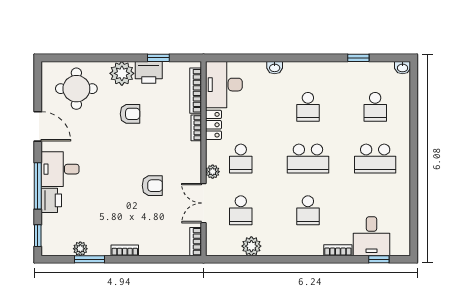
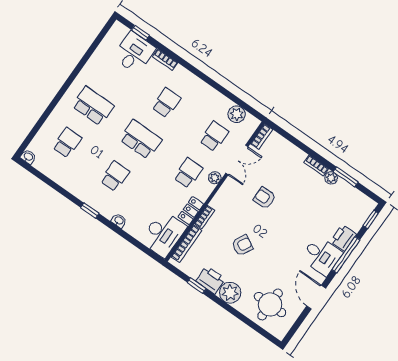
window: (358, 58) -> (90, 211), moved
armchair: (130, 114) -> (242, 245), moved, turned 118
plant: (251, 246) -> (237, 114), moved
plant: (80, 249) -> (331, 178), moved

